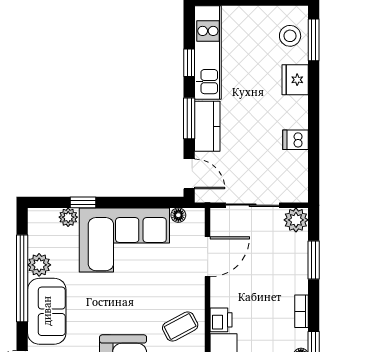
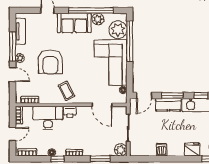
window: (83, 202) -> (130, 41), width x3.17
plant: (68, 217) -> (118, 30), width x1.88, depth x1.88

